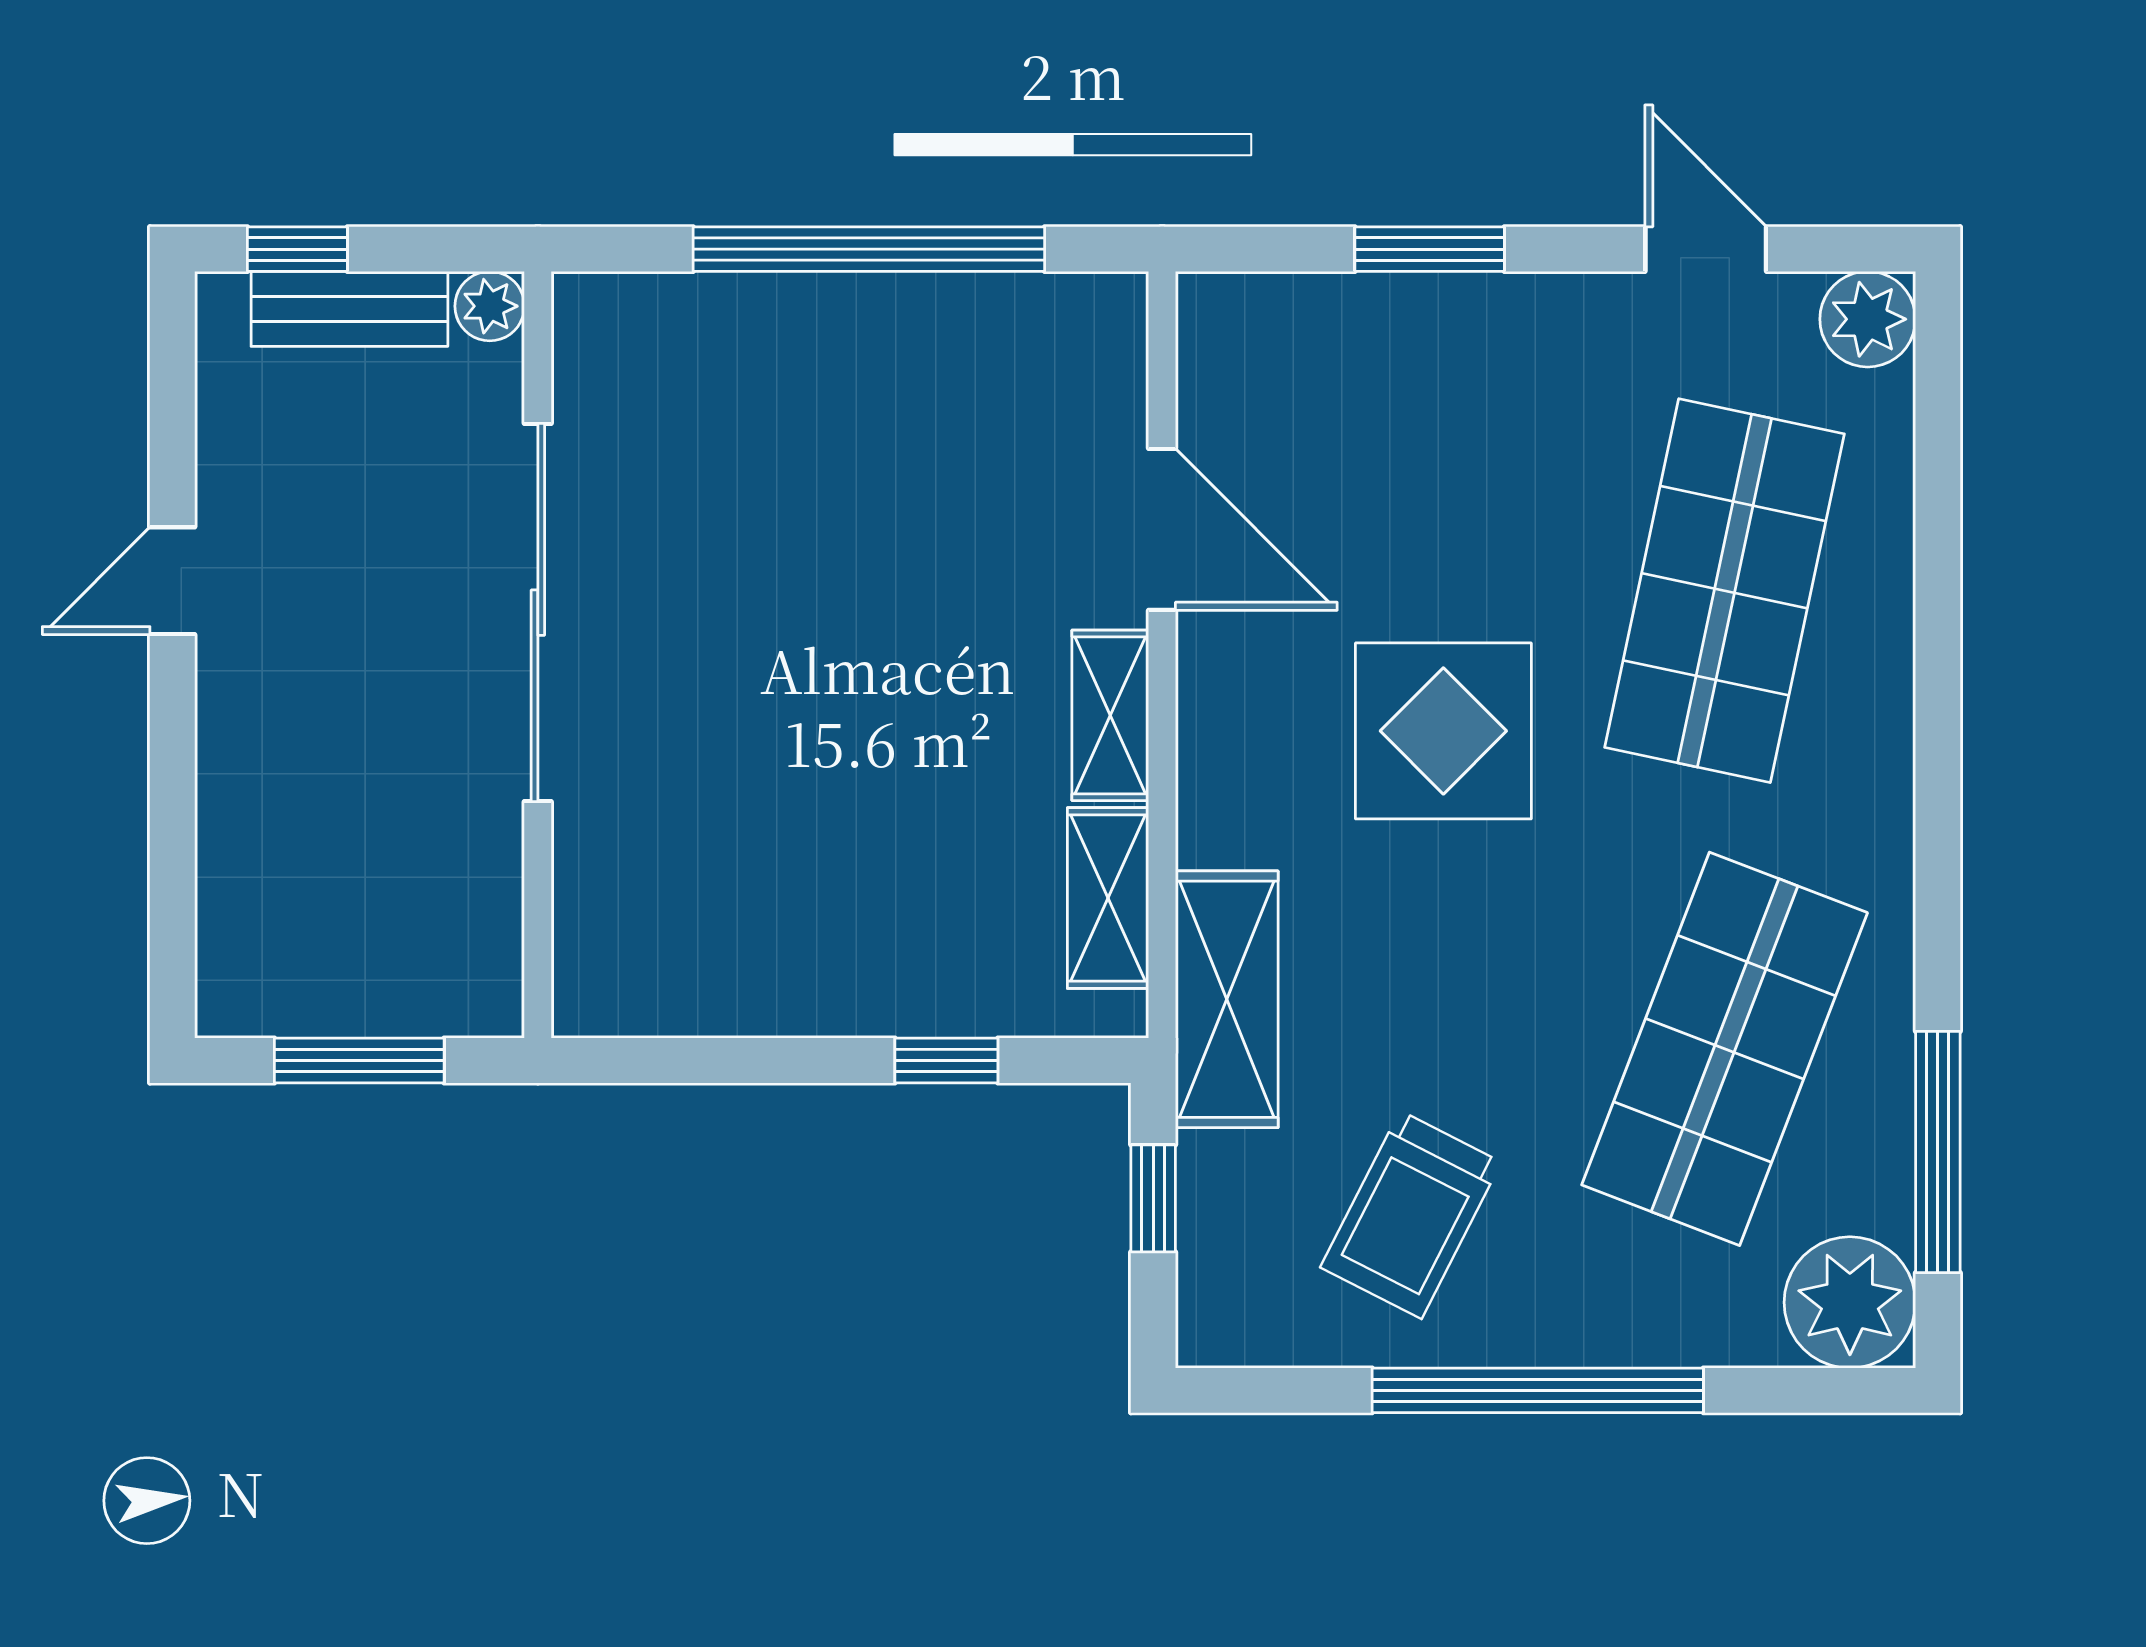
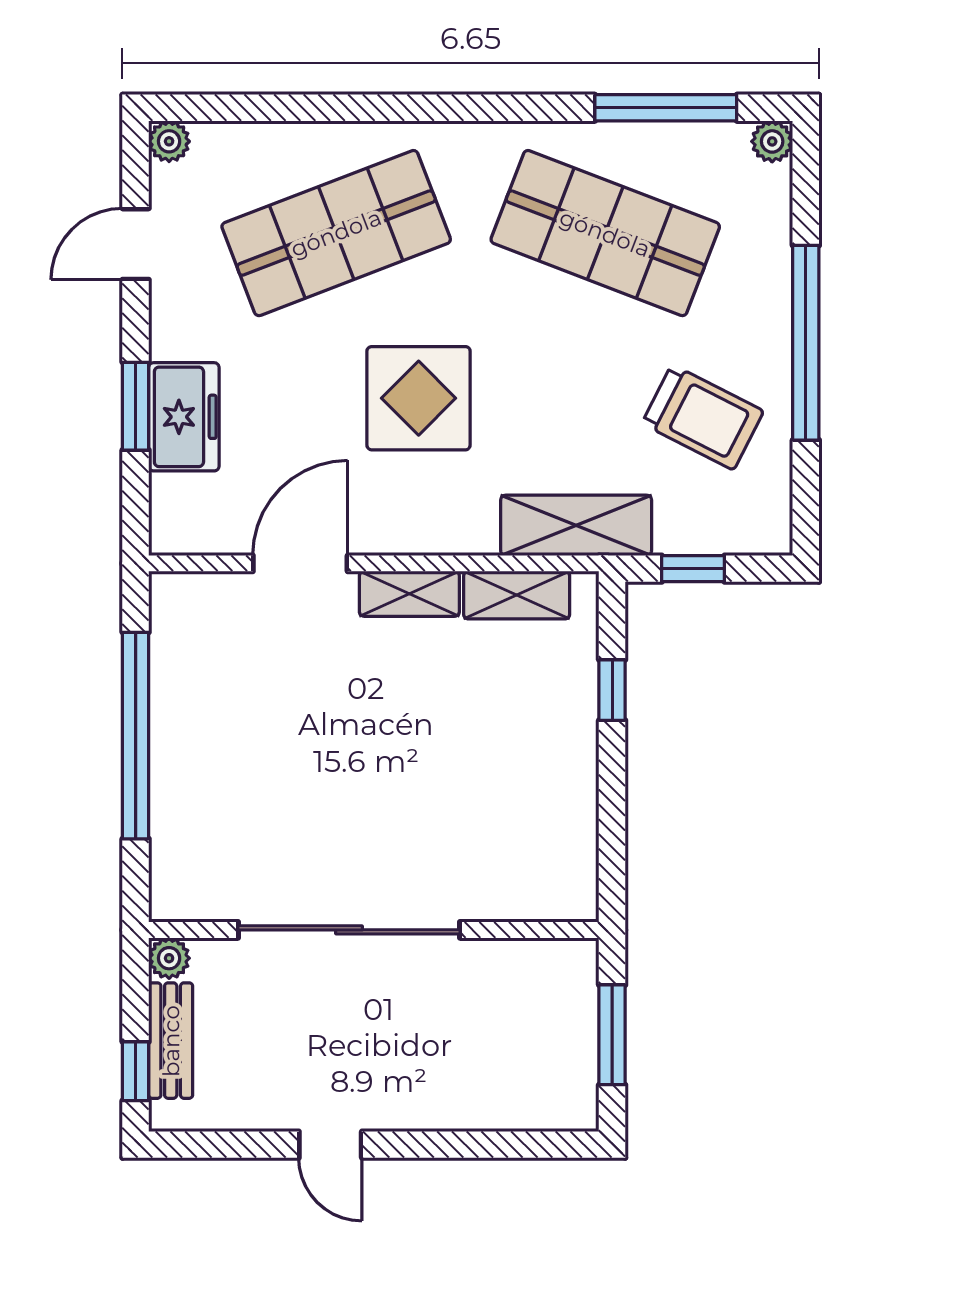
plant: (1868, 319) -> (169, 141), width x0.73, depth x0.73
freezer: (1412, 331) -> (184, 417), added
shop shelf: (1725, 591) -> (336, 233), turned -33
plant: (1850, 1302) -> (772, 141), width x0.53, depth x0.53

